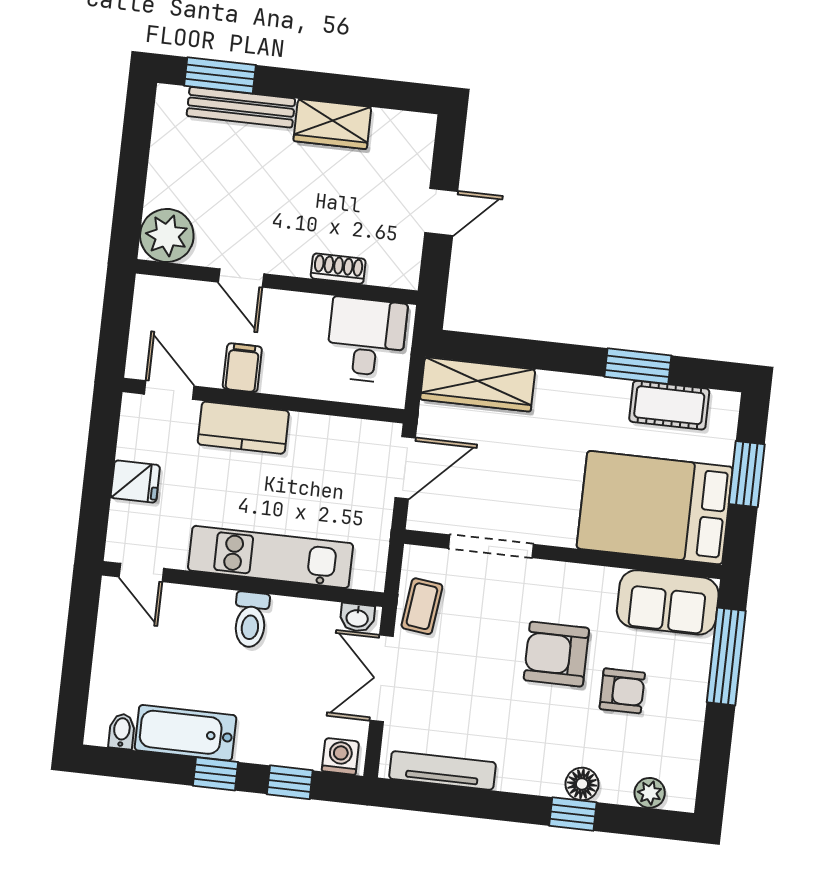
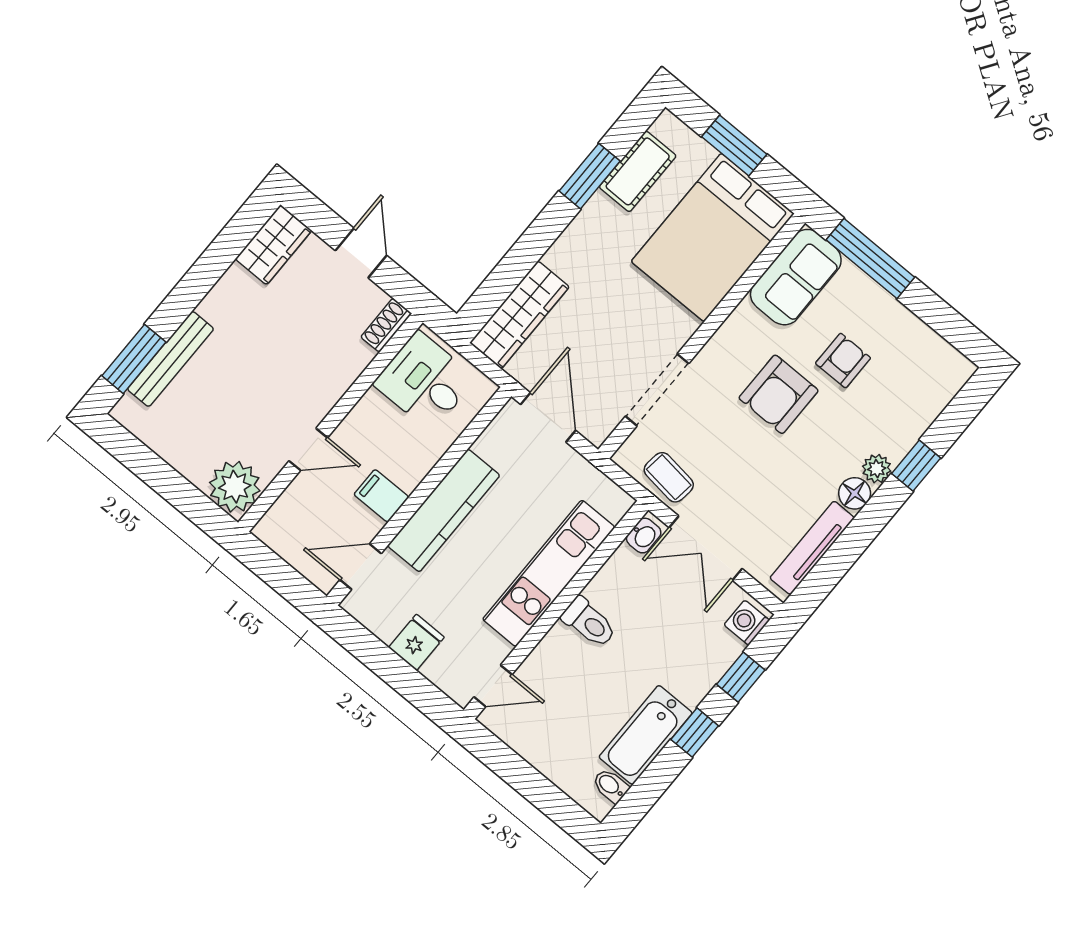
wardrobe: (332, 124) -> (274, 245), moved
shoe rack: (338, 269) -> (386, 325), moved
kitchen counter: (243, 428) -> (444, 511), width x1.50
floor lamp: (582, 784) -> (855, 493), moved
plant: (650, 793) -> (877, 469), moved

